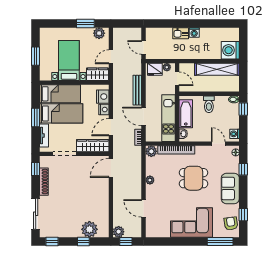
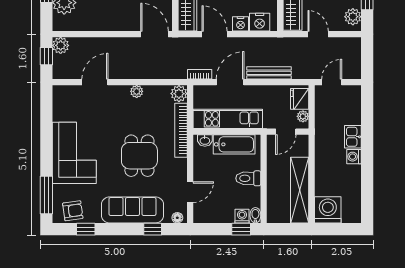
washing machine: (235, 134) -> (242, 216), moved
sofa: (230, 188) -> (132, 210), width x1.36

